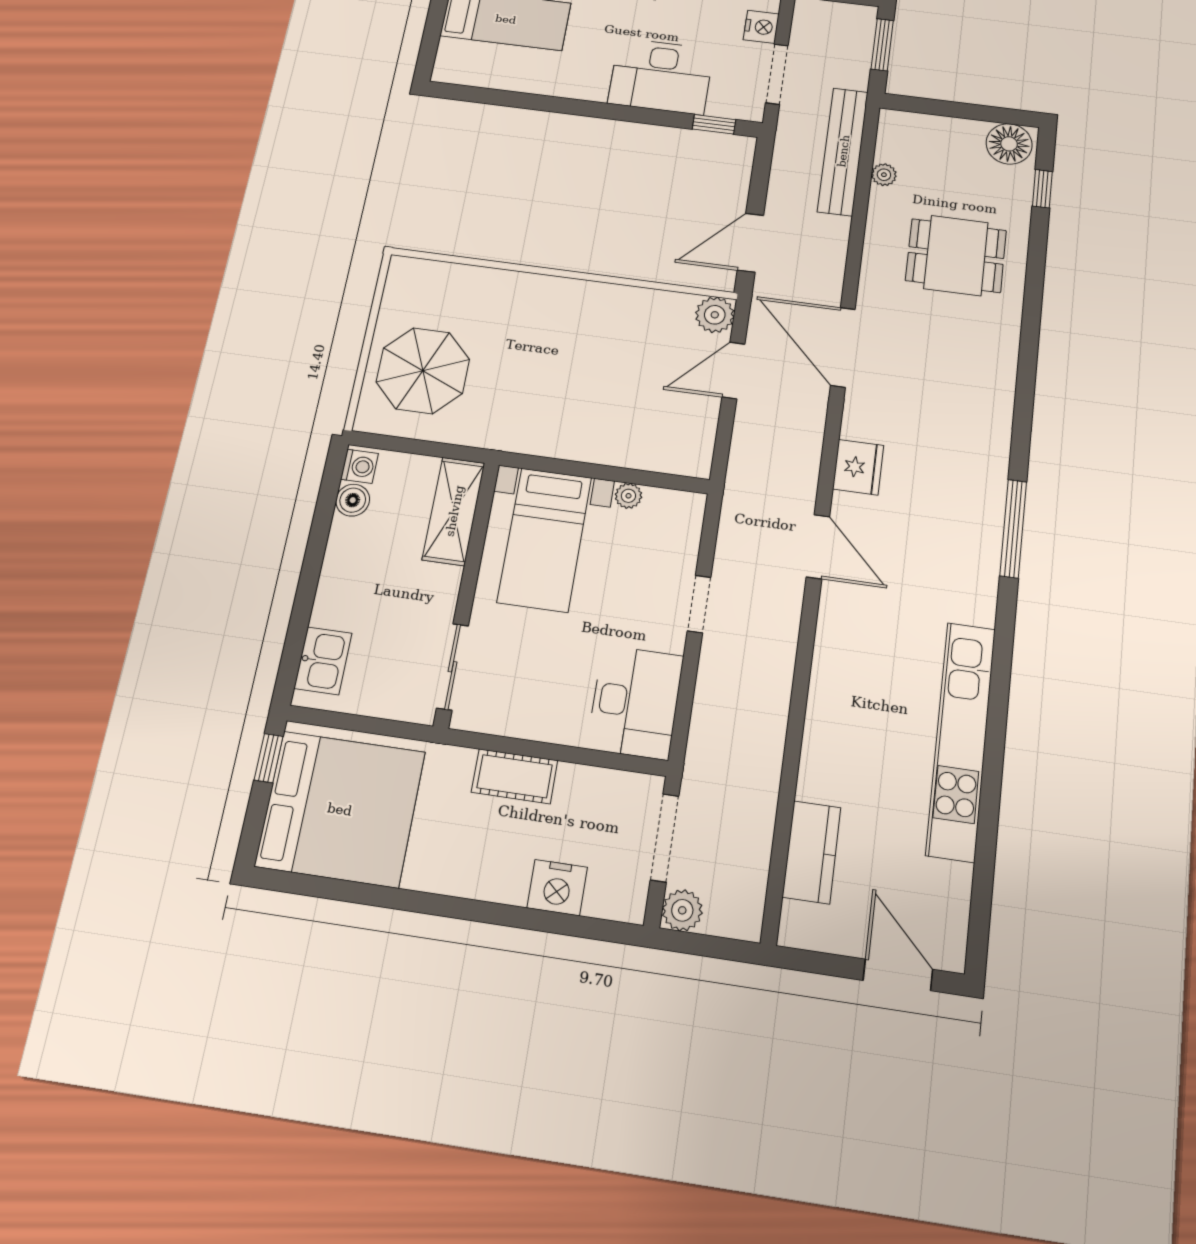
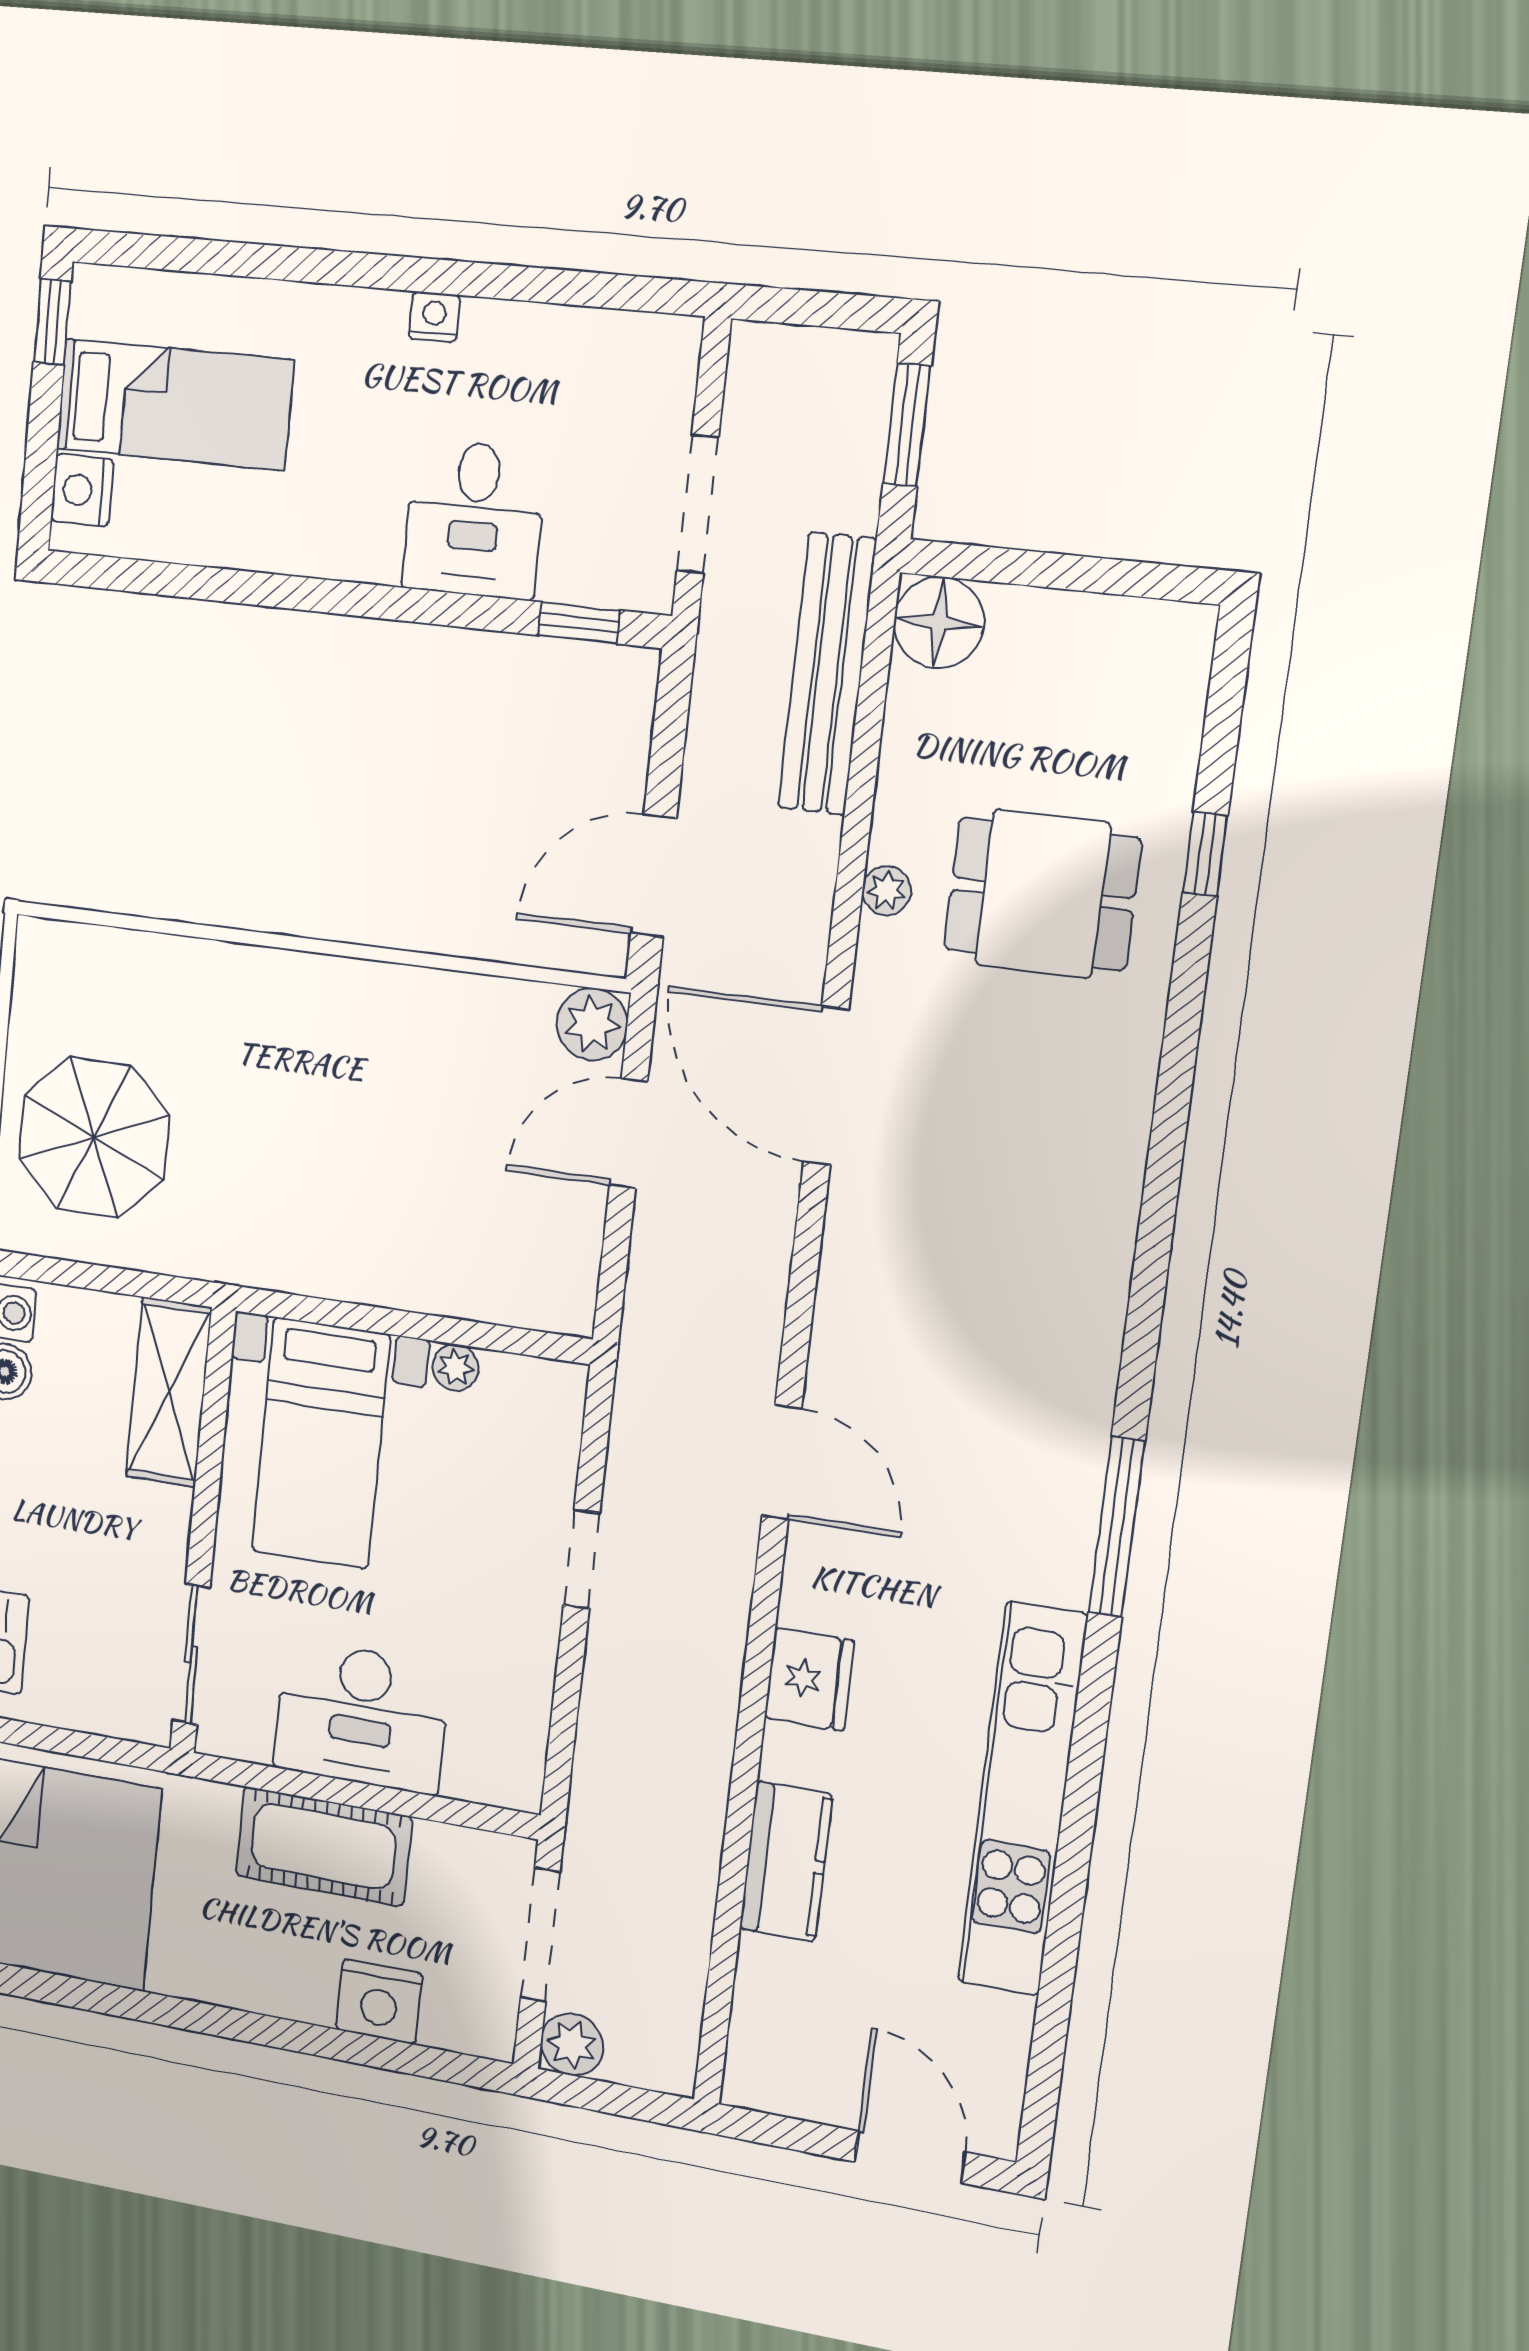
nightstand: (761, 27) -> (82, 490), moved, turned 180
desk: (661, 76) -> (474, 519), width x0.73
floor lamp: (1009, 144) -> (939, 622), moved
plant: (884, 175) -> (887, 891), moved
window: (1042, 189) -> (1205, 854), moved
fridge: (858, 467) -> (809, 1679), moved
window: (1013, 529) -> (1117, 1527), moved
desk: (635, 702) -> (361, 1717), moved, turned 90
cot: (515, 776) -> (323, 1846), width x1.37, depth x1.34
kitchen counter: (812, 852) -> (786, 1861), moved

